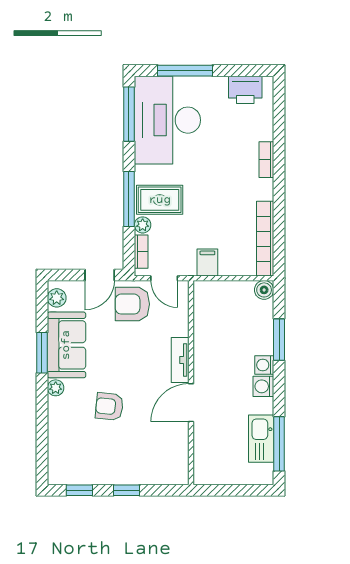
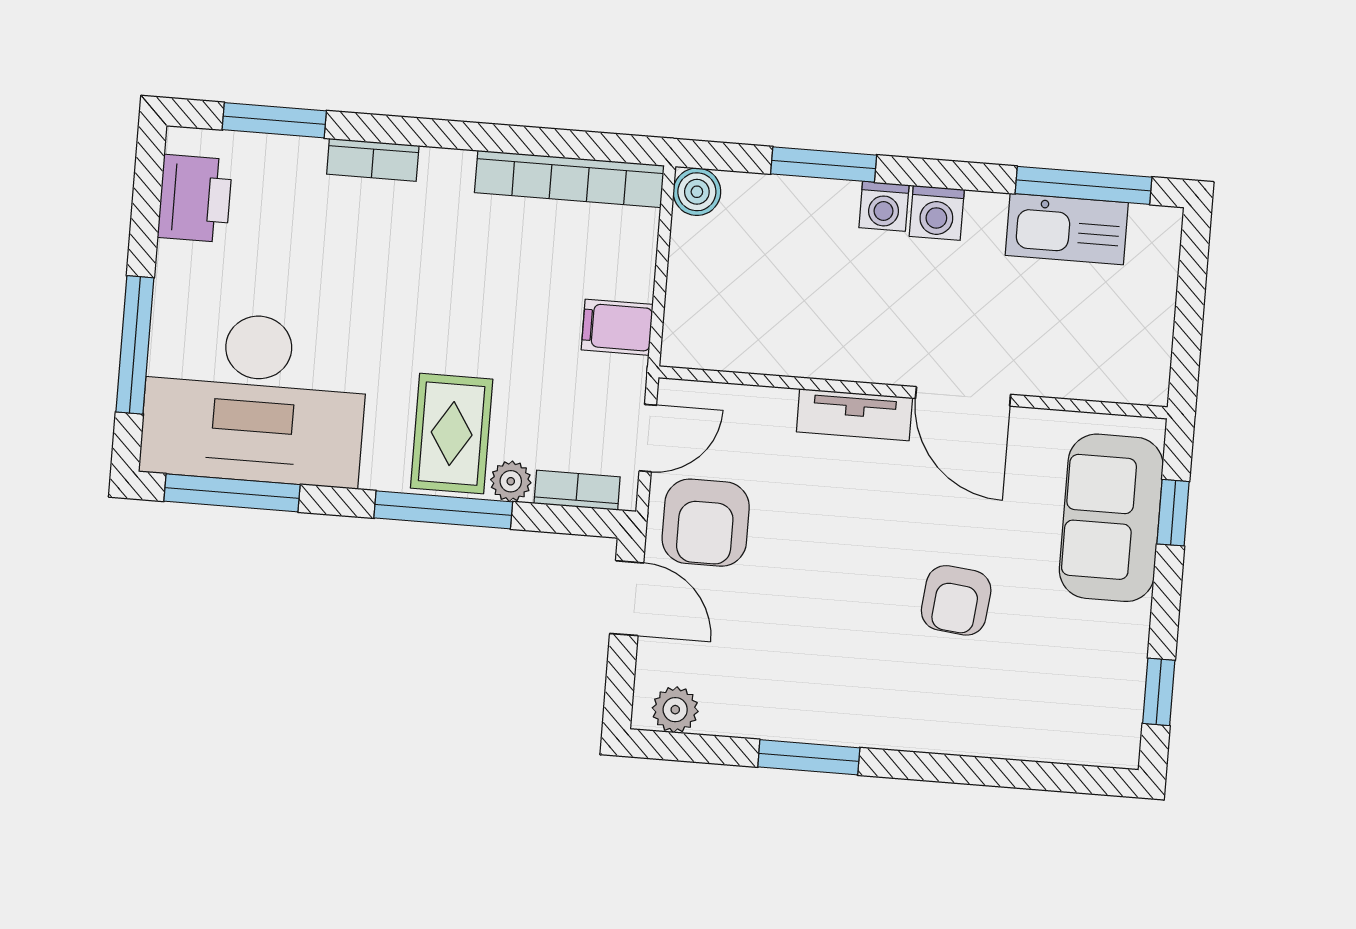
window: (279, 119) -> (274, 120), added
sofa: (66, 345) -> (1111, 518), moved, turned -90
plant: (56, 388) -> (899, 730), removed
window: (127, 490) -> (1173, 513), moved

